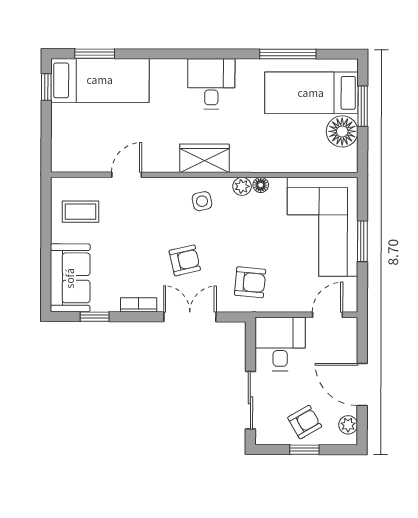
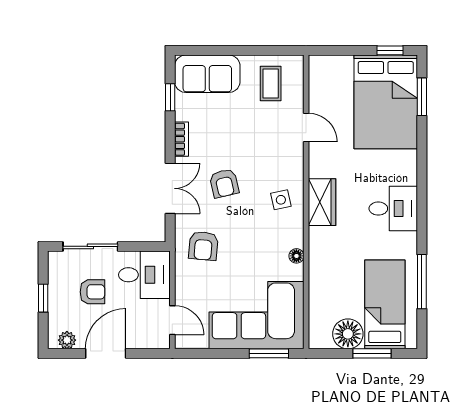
bed: (100, 80) -> (386, 102), width x1.50
plant: (242, 186) -> (295, 238), removed
window: (362, 241) -> (269, 353), moved
armchair: (305, 422) -> (92, 292), moved, turned -60

